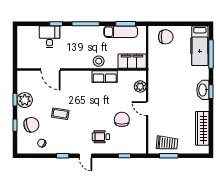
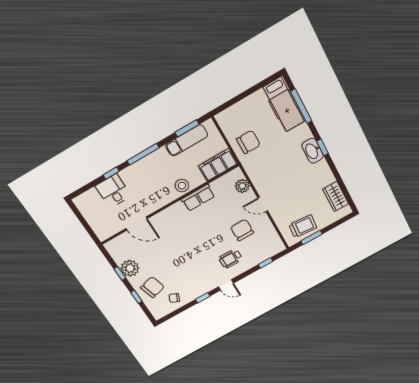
chair: (166, 37) -> (248, 142), moved
coffee table: (60, 114) -> (175, 261), removed
wardrobe: (202, 128) -> (336, 196), width x0.67

